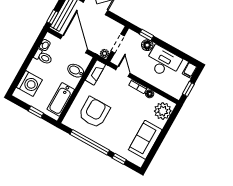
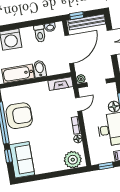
bidet: (76, 71) -> (40, 69), moved
armchair: (94, 112) -> (19, 116), moved
sofa: (145, 140) -> (22, 160), moved, turned 90

